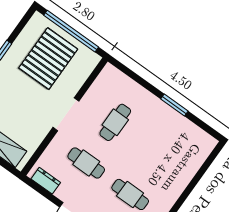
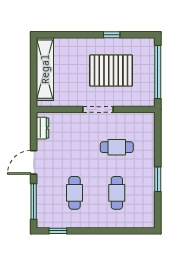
pallet: (48, 59) -> (111, 71), moved
cafe table: (86, 163) -> (117, 193), moved

